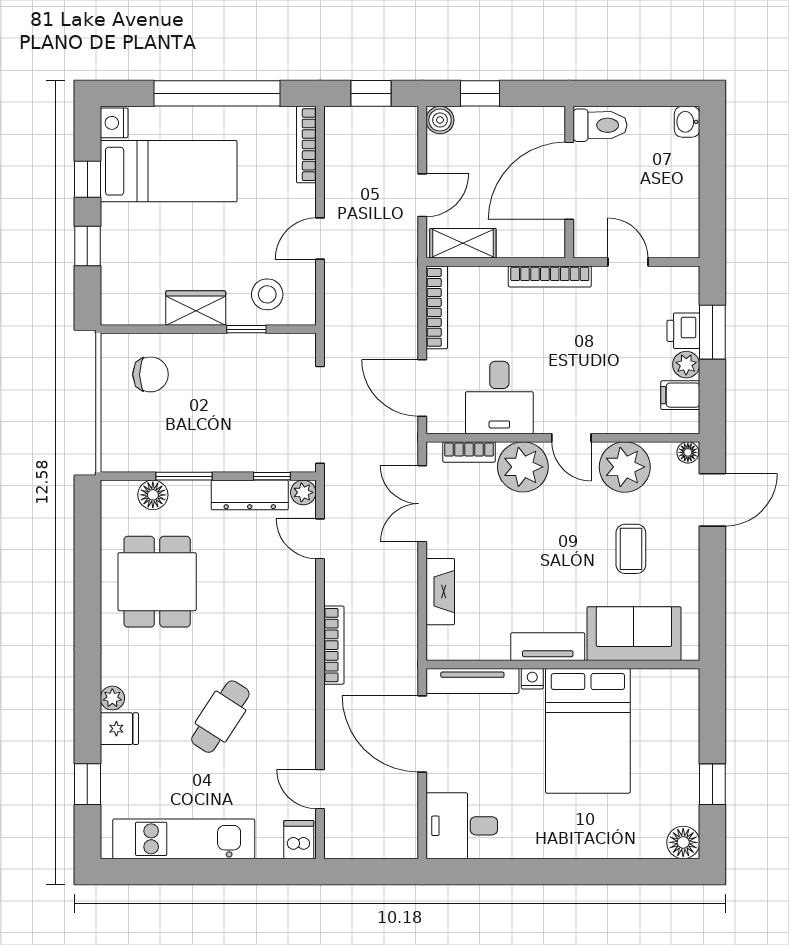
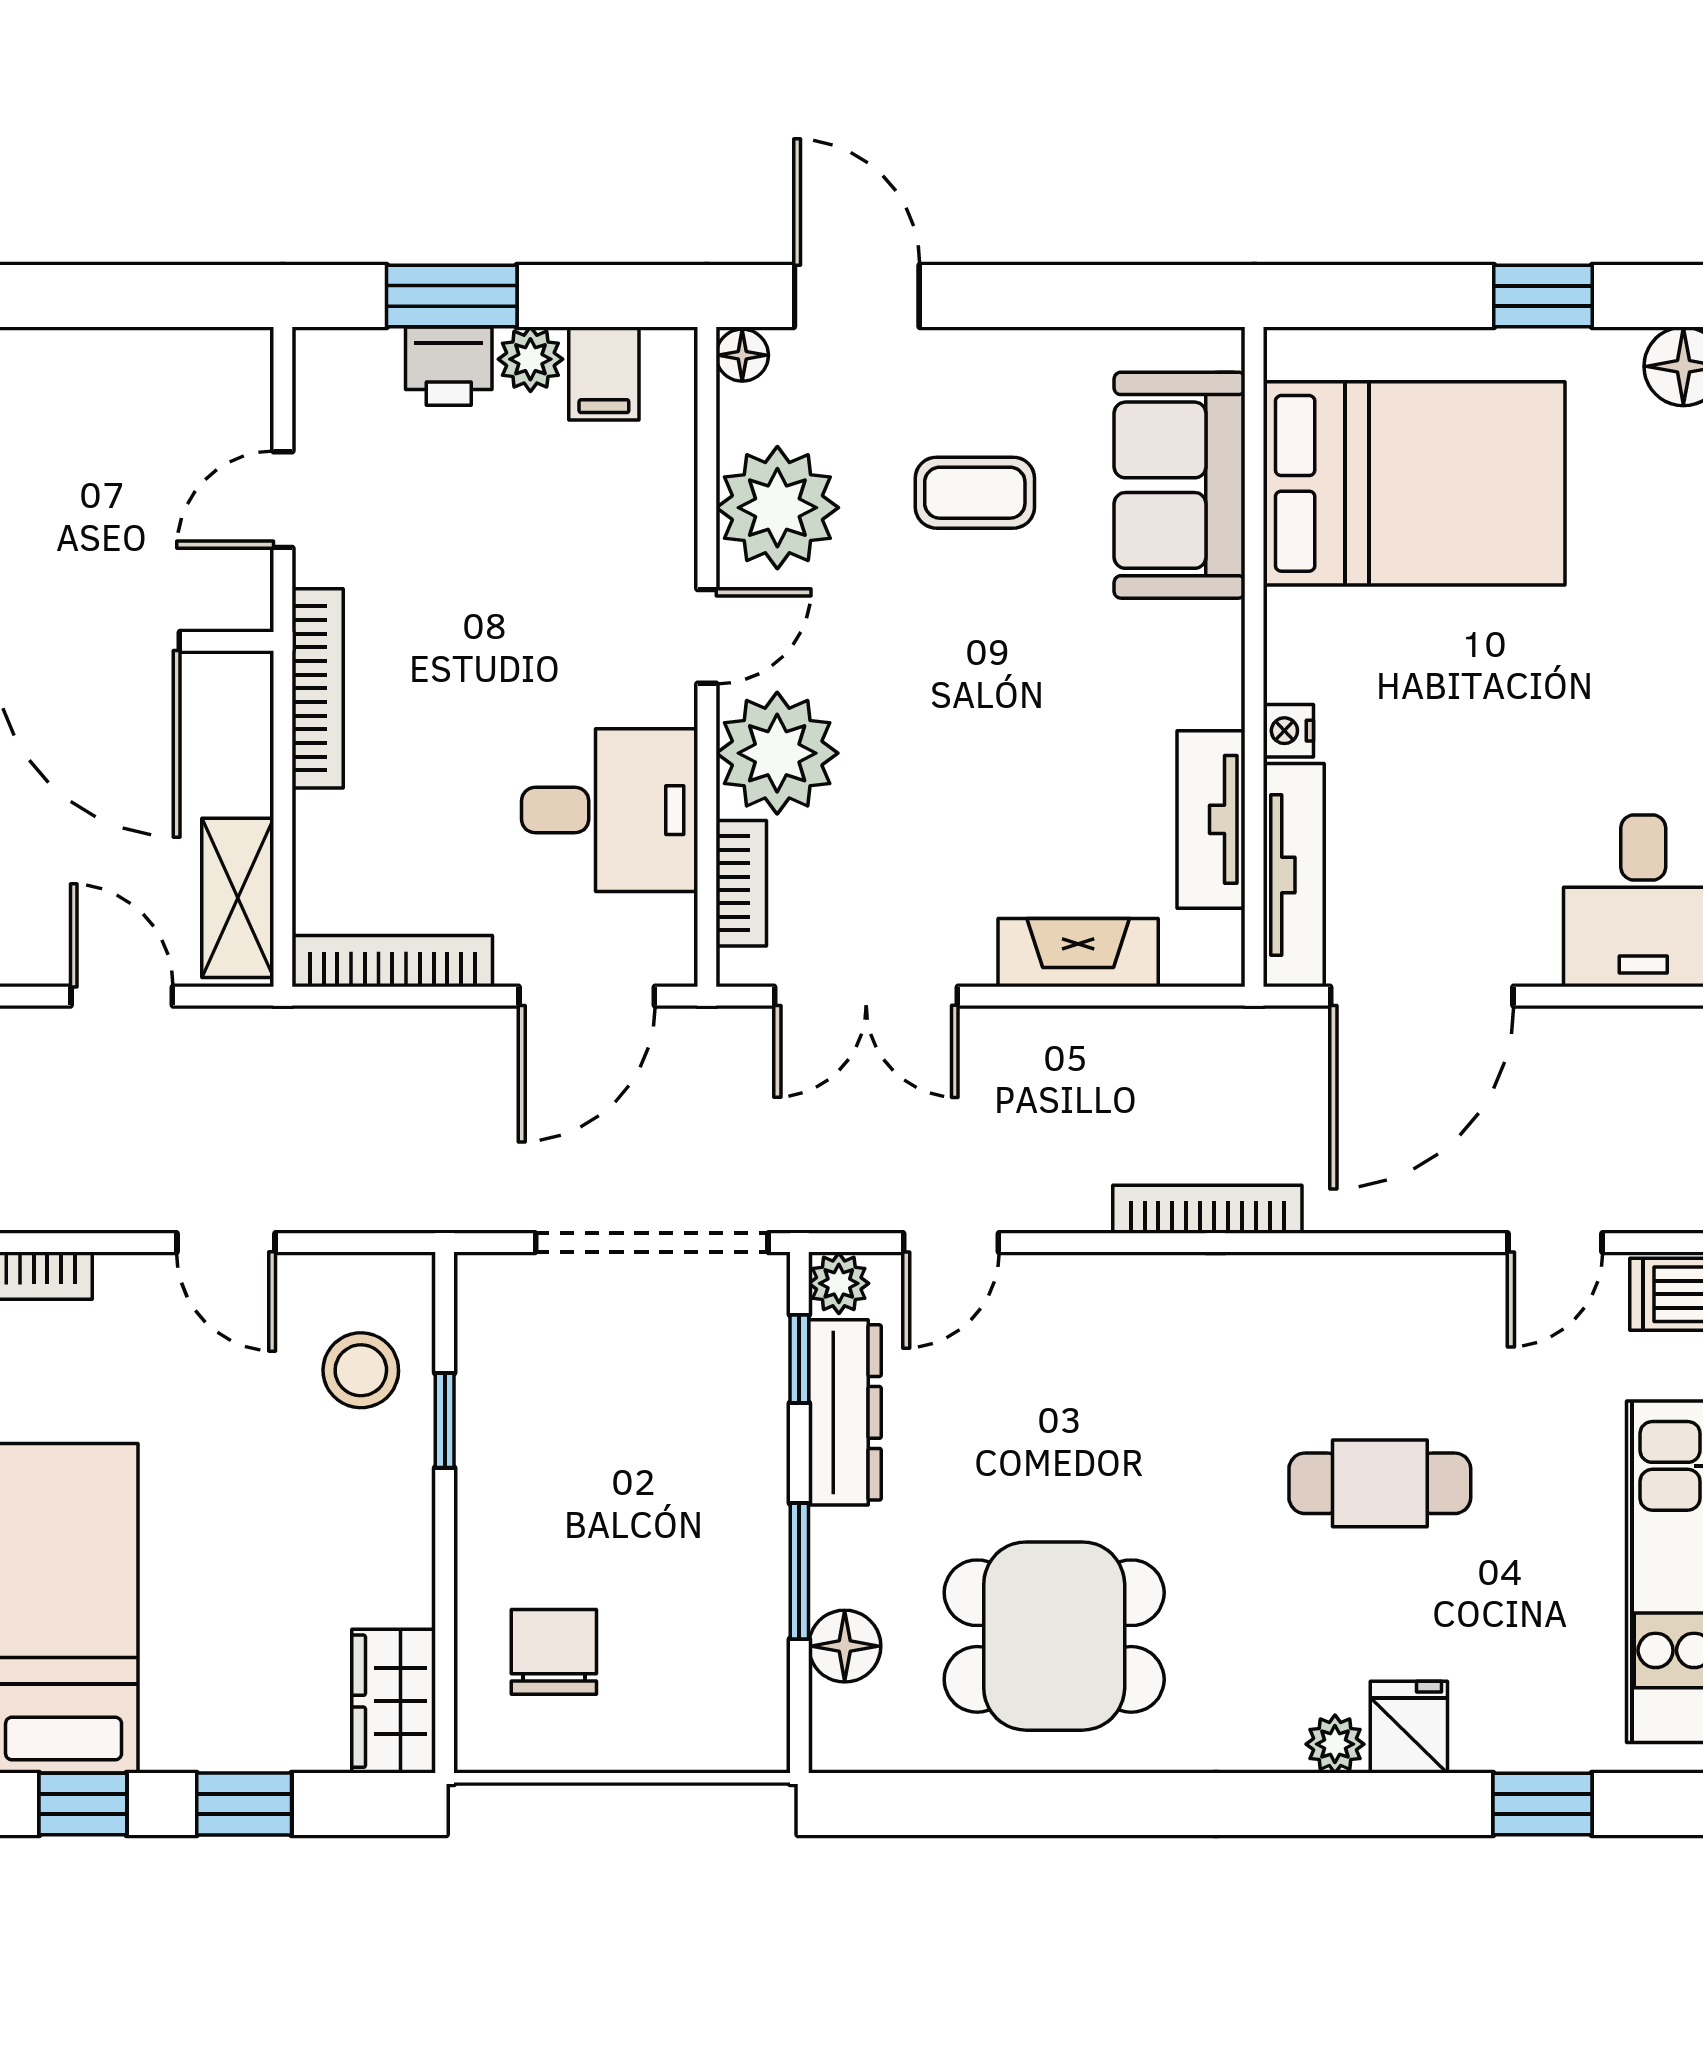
wardrobe: (196, 308) -> (394, 1701), moved
tv unit: (548, 647) -> (1211, 819), moved
cafe table: (220, 717) -> (1380, 1483), turned -33
bed: (588, 731) -> (1414, 483), moved

